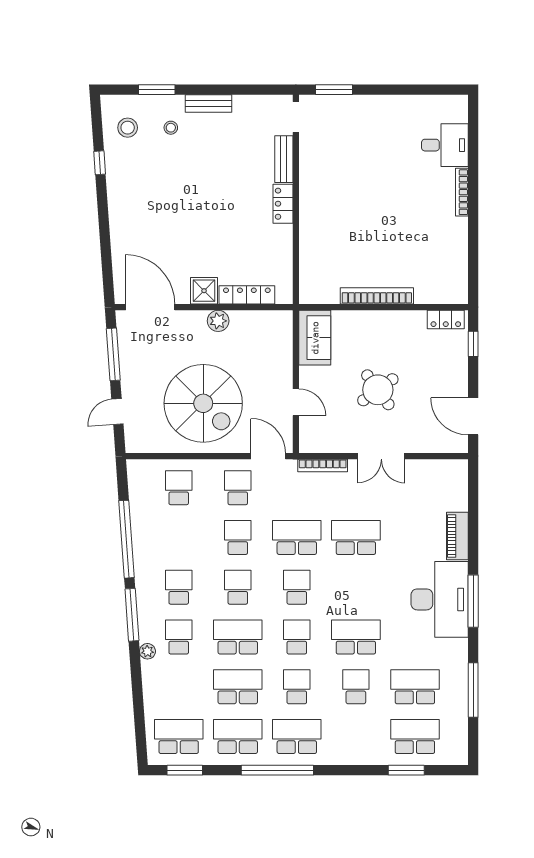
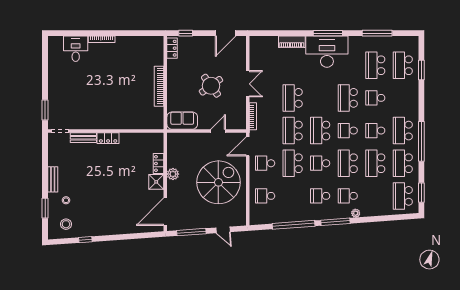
locker: (247, 295) -> (159, 164), width x0.66
school desk: (238, 537) -> (293, 163), width x1.85
school desk: (297, 587) -> (320, 131), width x1.85

